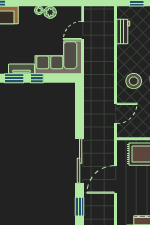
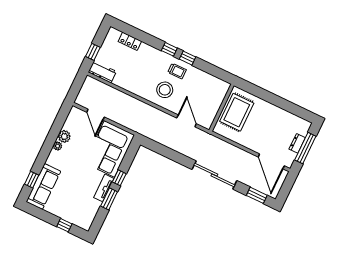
workbench: (123, 32) -> (102, 72), moved
door: (116, 179) -> (271, 161), moved

